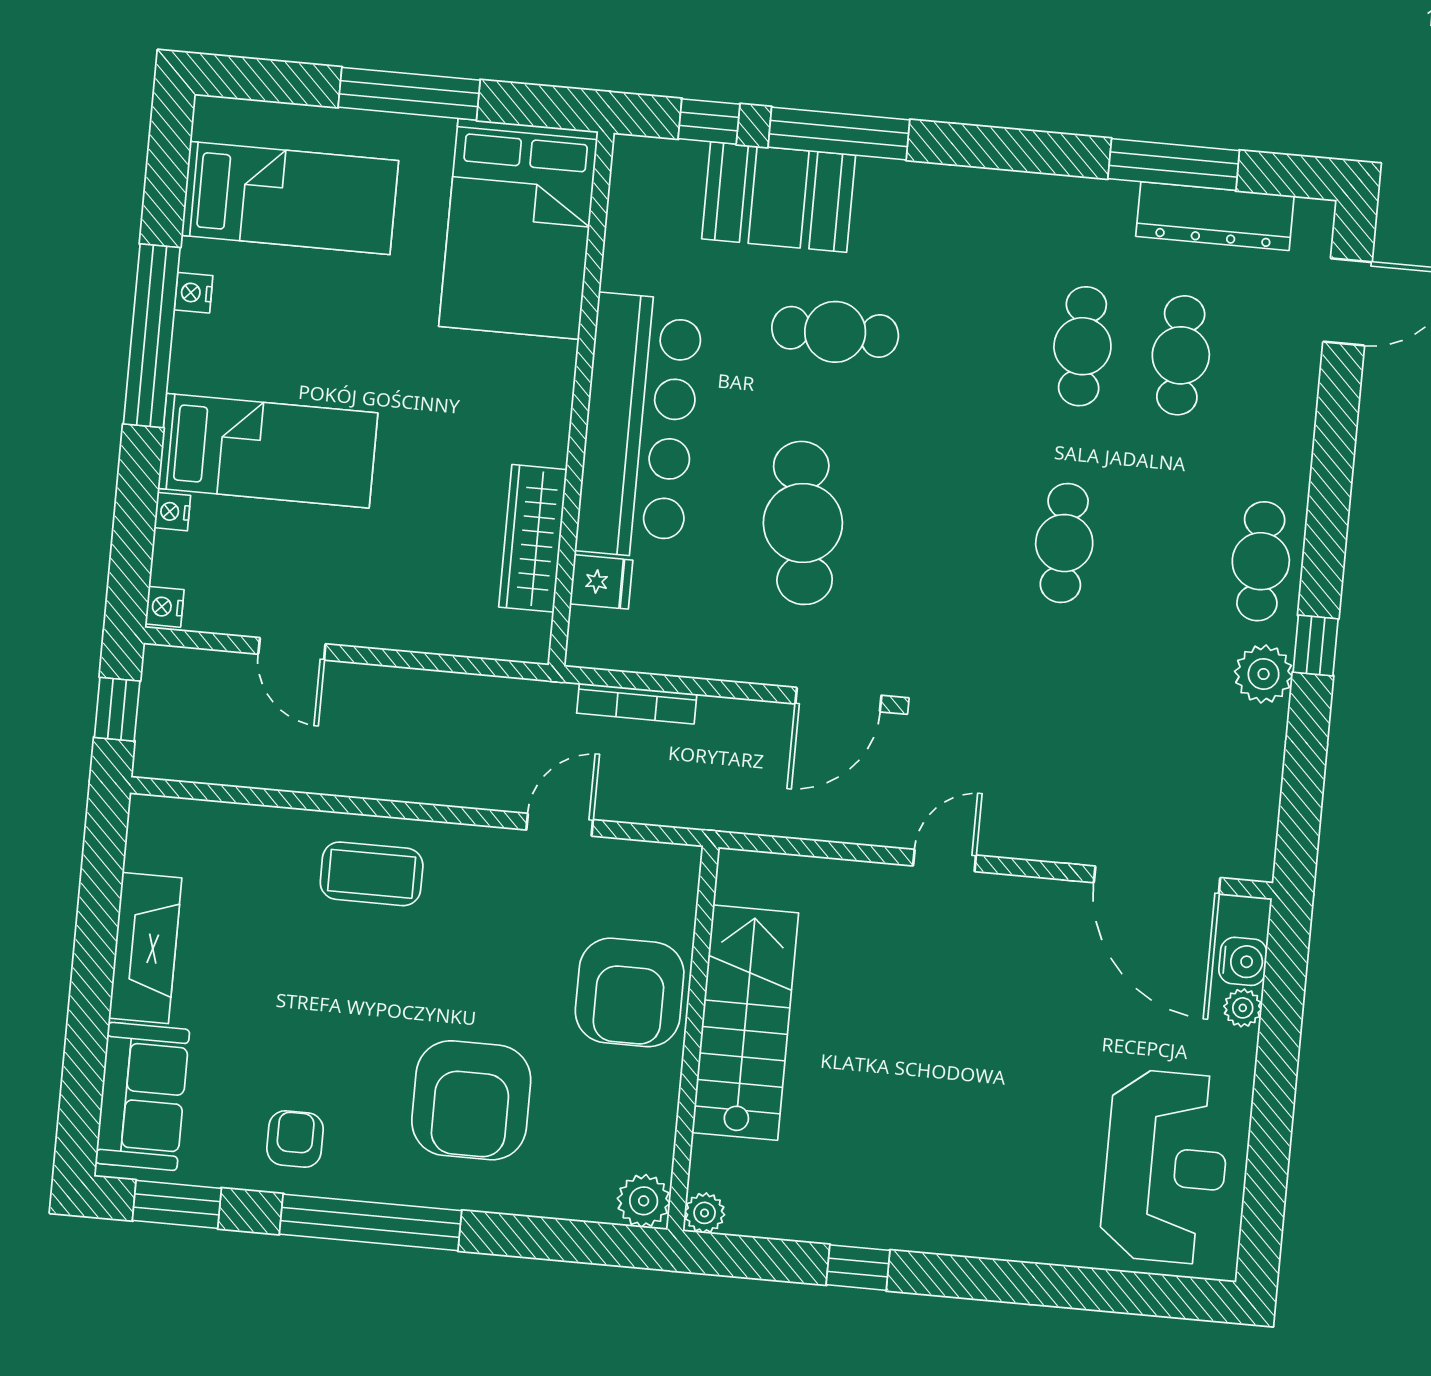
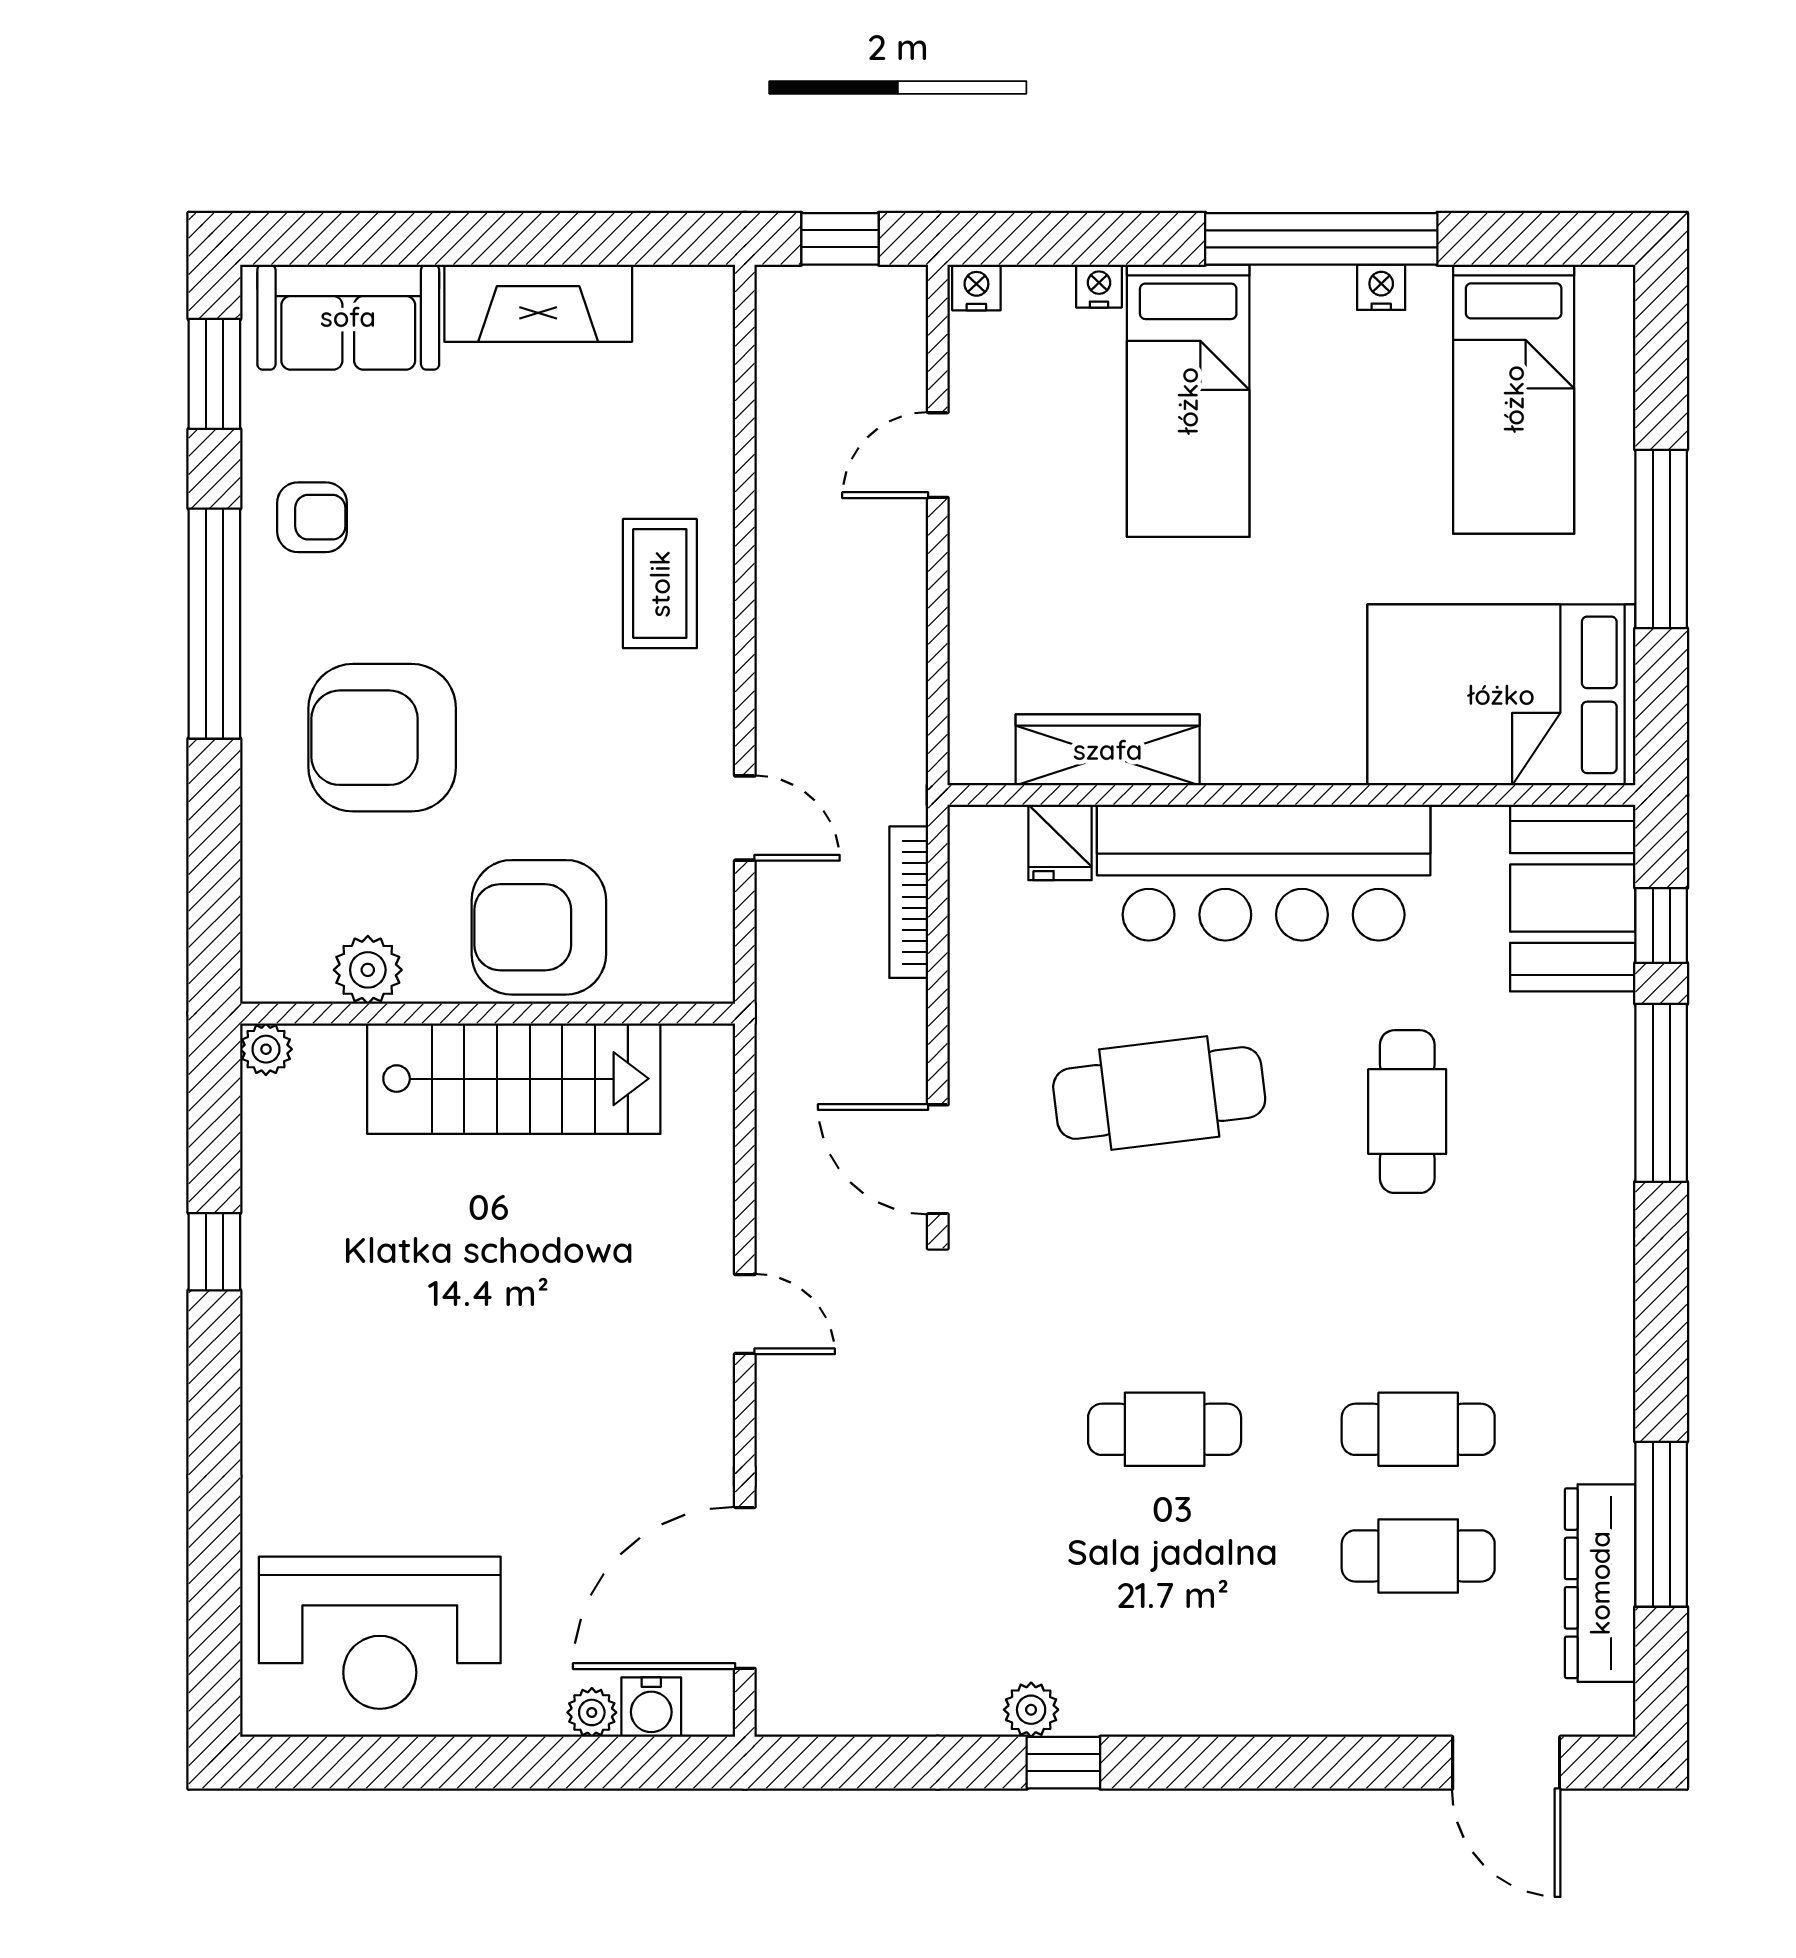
booth: (779, 197) -> (1573, 898), moved
cafe table: (1261, 561) -> (1165, 1683), removed
plant: (1264, 674) -> (1031, 1710), width x0.73, depth x0.73
plant: (644, 1201) -> (368, 970), moved

